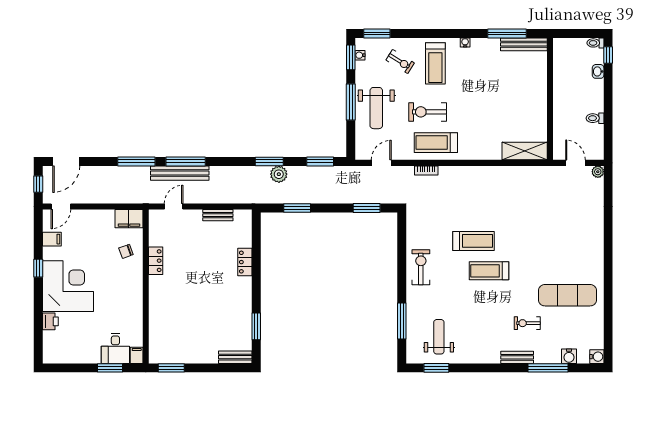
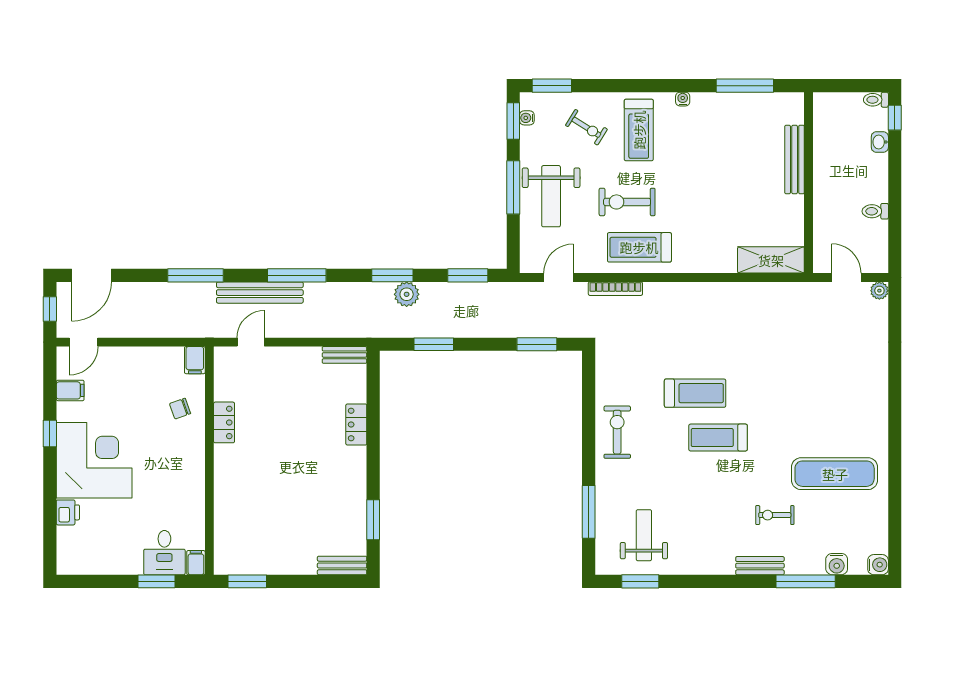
bench: (524, 44) -> (795, 159), moved, turned 90
window: (186, 161) -> (297, 275), moved
bookcase: (426, 170) -> (615, 289), width x1.56
bench: (218, 215) -> (344, 355), moved
filing cabinet: (129, 219) -> (195, 360), width x0.50

